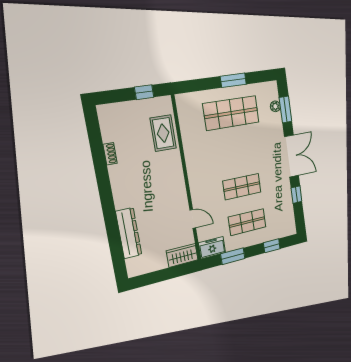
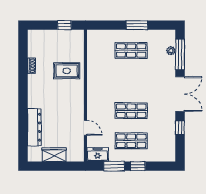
window: (285, 109) -> (180, 55), width x1.44
shop shelf: (231, 113) -> (131, 50), width x0.70, depth x0.74
rug: (163, 133) -> (67, 71), moved, turned 90
window: (272, 246) -> (138, 166), moved
wardrobe: (182, 255) -> (54, 155), moved

